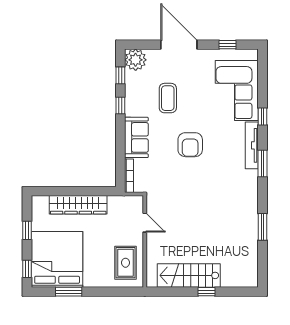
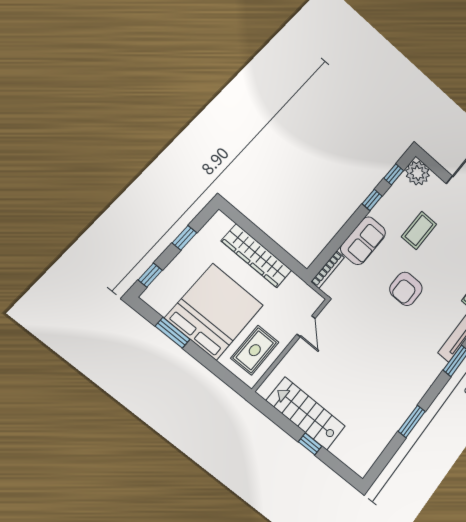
bed: (57, 259) -> (214, 311), moved

